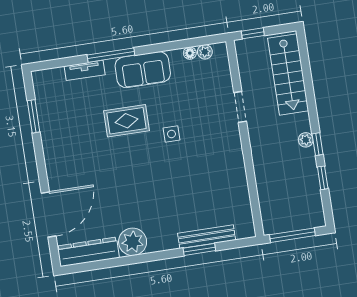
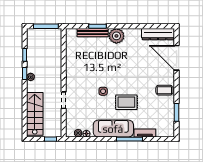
sofa: (143, 70) -> (113, 129), width x1.36
coffee table: (61, 153) -> (164, 90), added
door: (49, 214) -> (177, 58), hinge flipped
plant: (133, 242) -> (116, 36), moved

